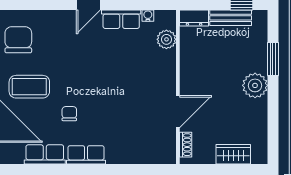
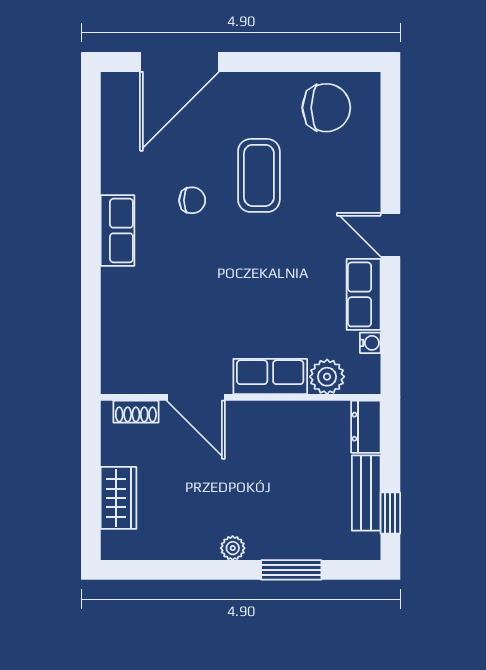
plant: (255, 85) -> (233, 548), width x0.53, depth x0.53
coffee table: (29, 87) -> (259, 175), moved
row of seats: (45, 154) -> (270, 376), moved, turned -90

